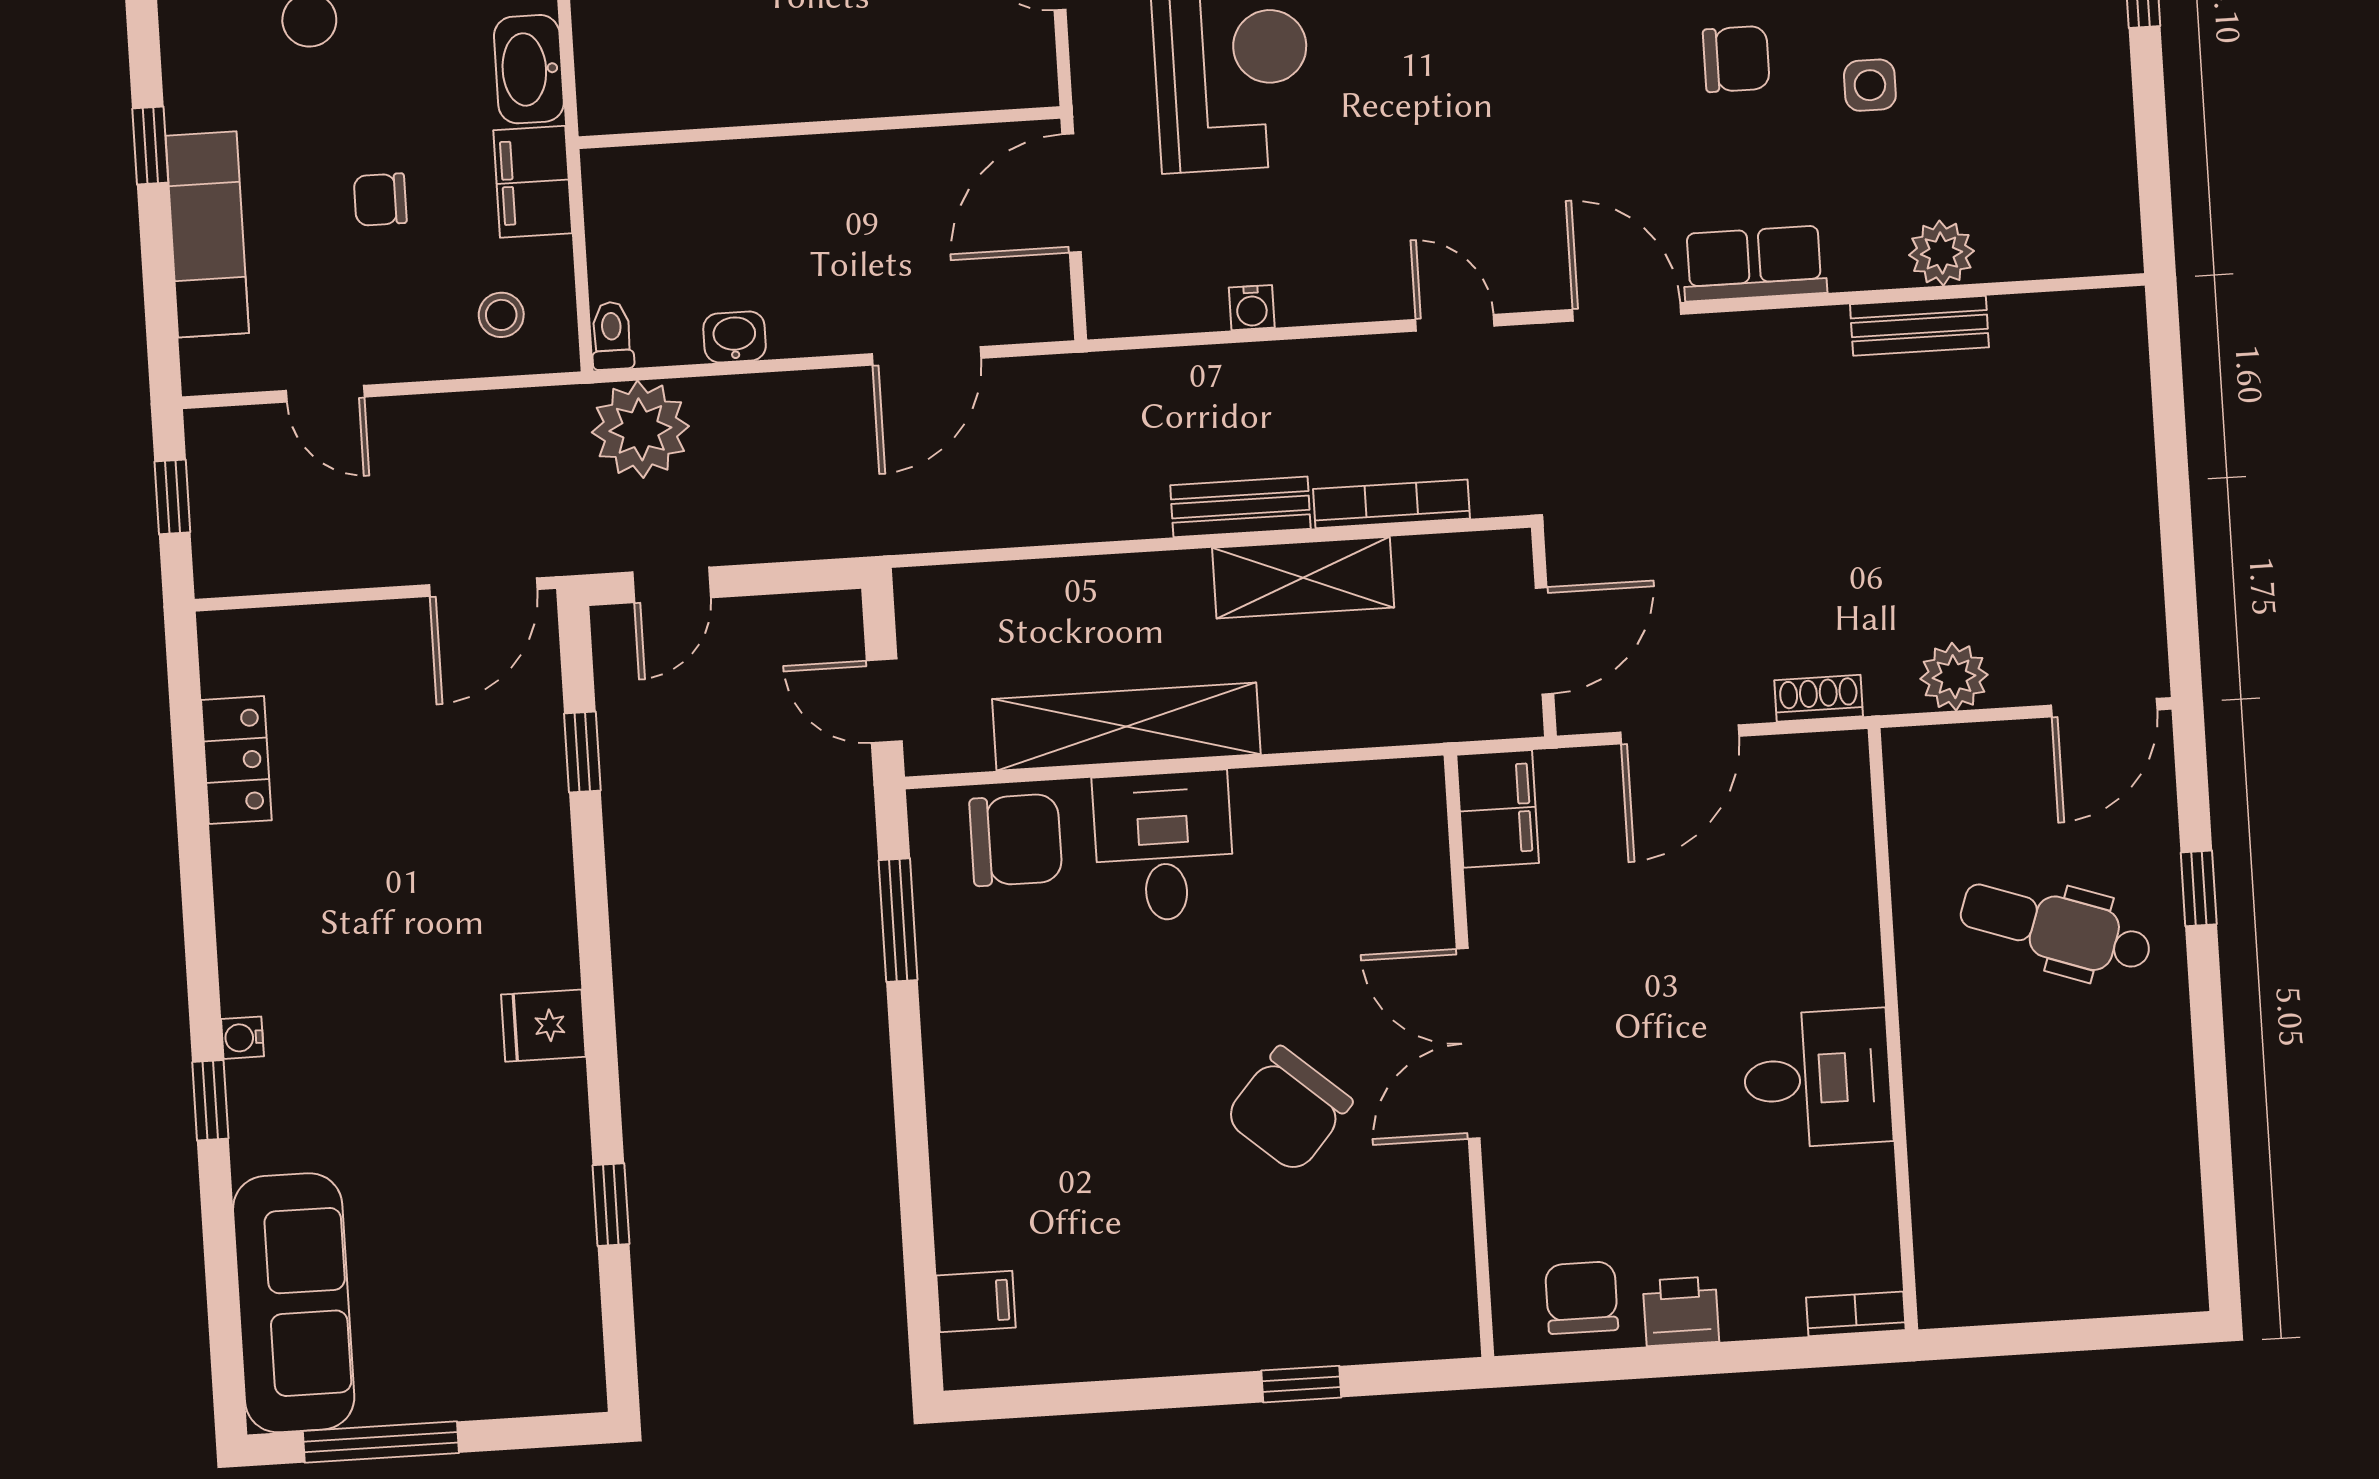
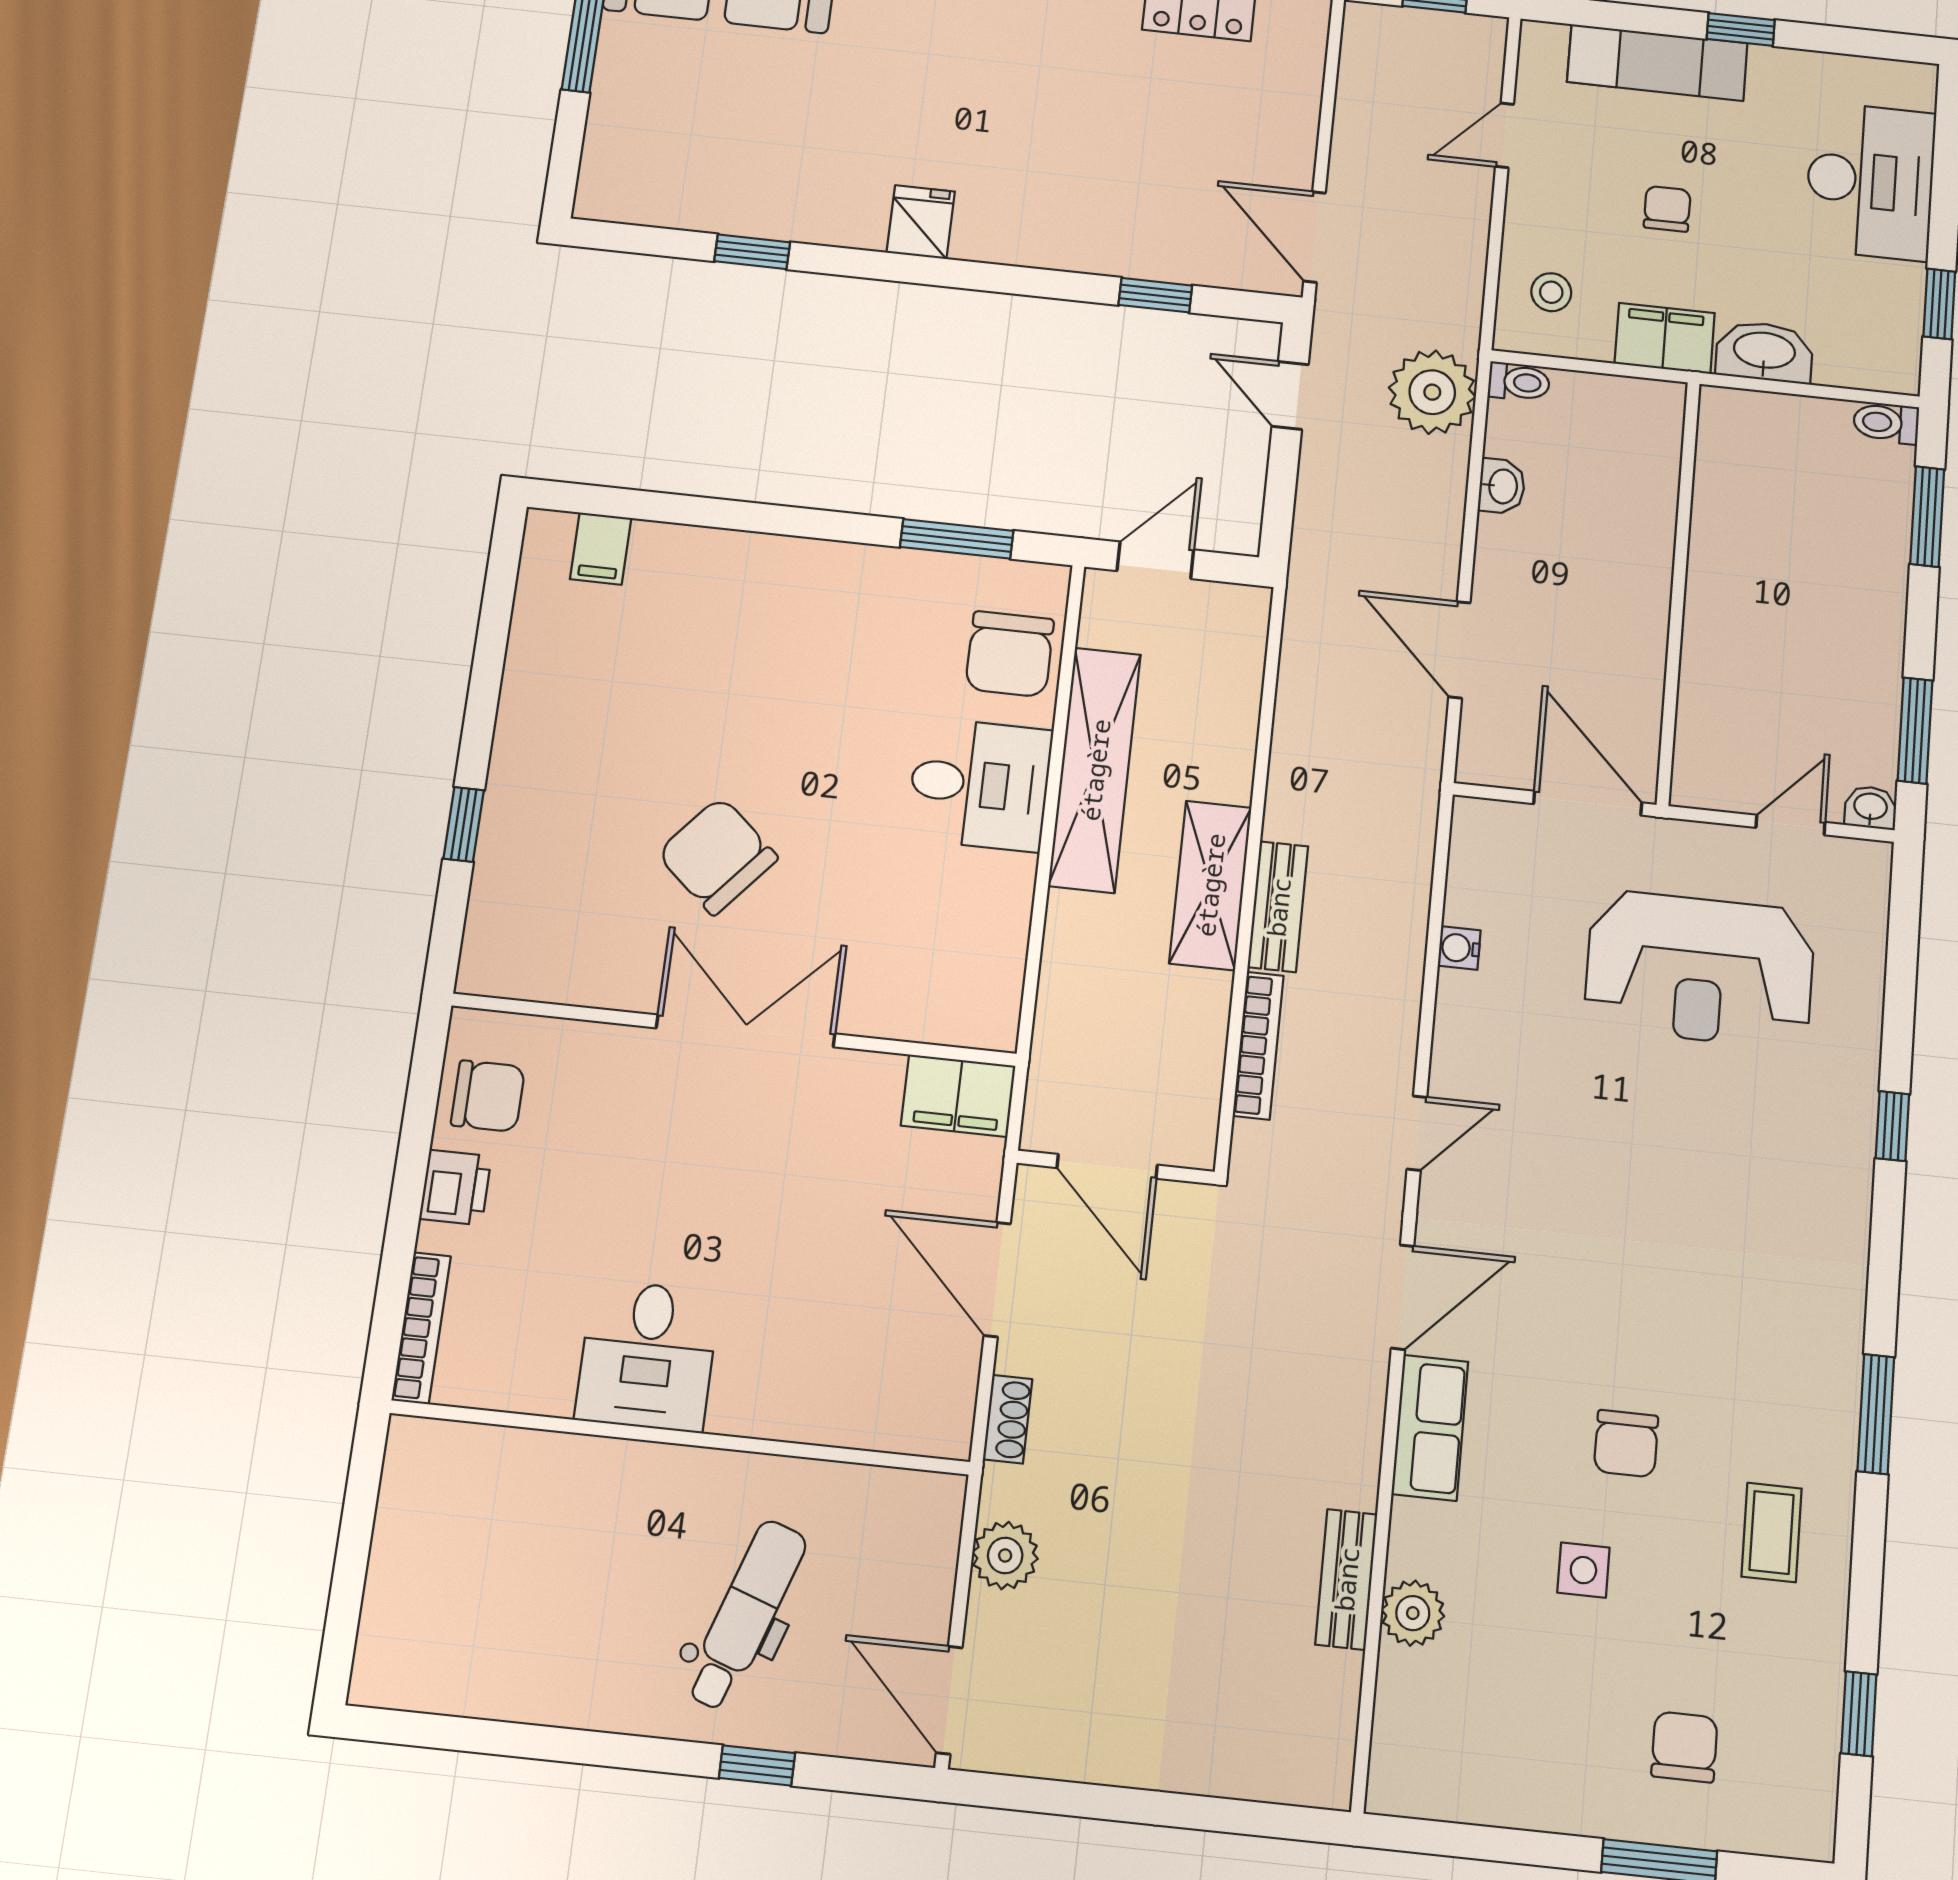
shelving: (1303, 578) -> (1210, 885), moved
bookcase: (1856, 1314) -> (421, 1328), width x1.56

